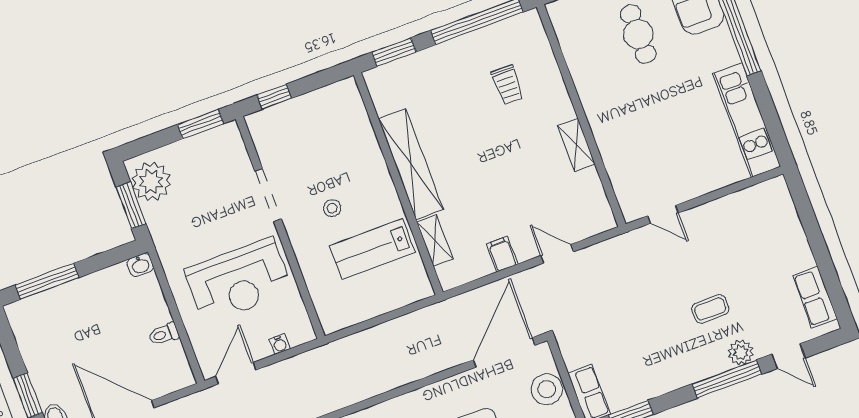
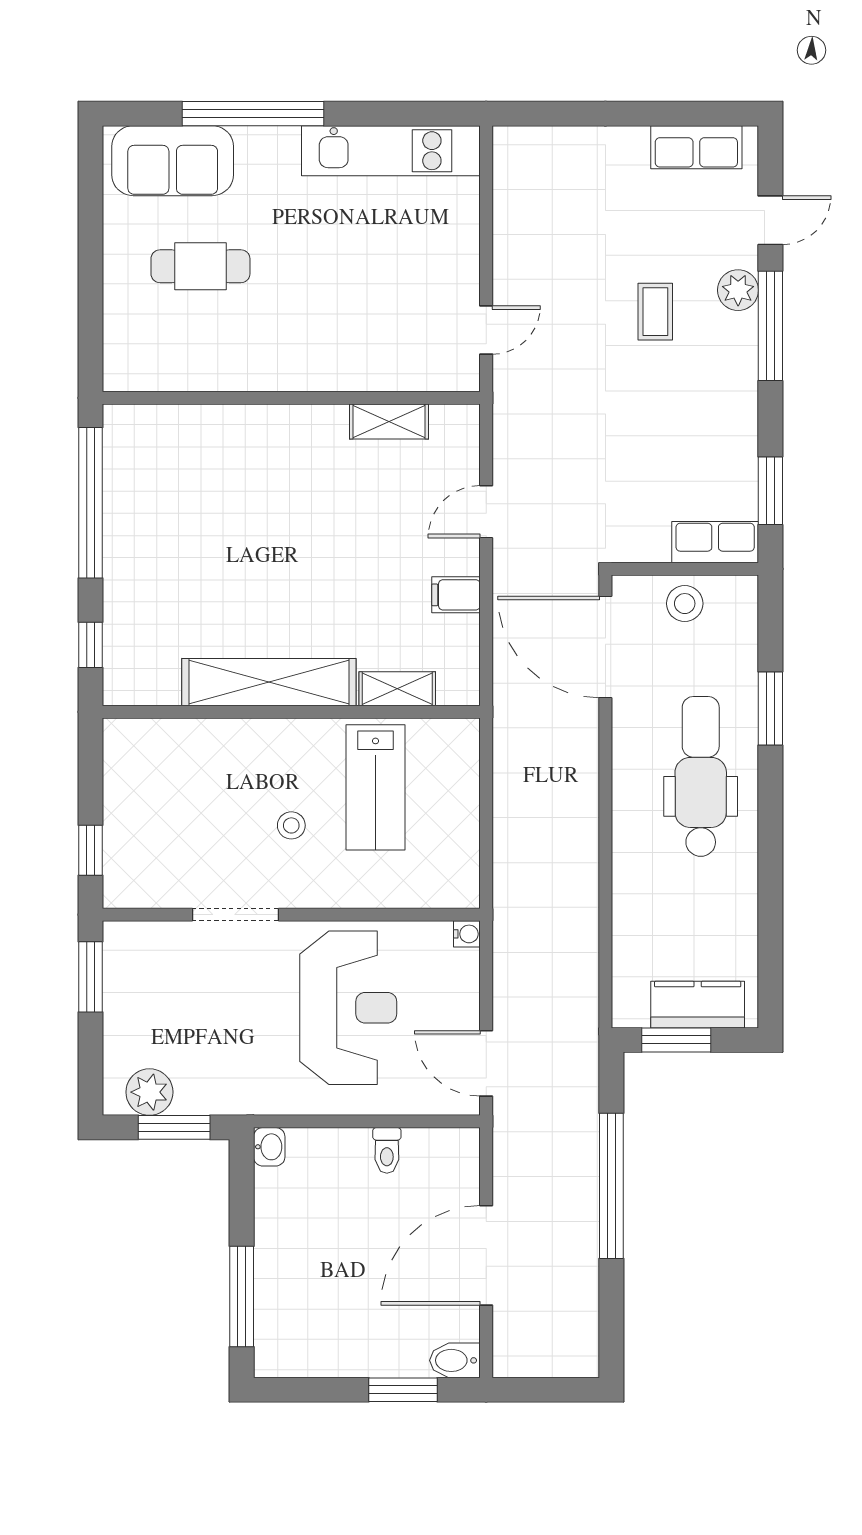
window: (394, 52) -> (91, 645), width x0.67
trolley: (507, 85) -> (204, 492), removed
shelving: (576, 145) -> (389, 422), moved
plant: (151, 181) -> (149, 1092), width x0.73, depth x0.73
water cooler: (280, 344) -> (467, 934), moved
stool: (547, 389) -> (685, 604), width x0.73, depth x0.73

